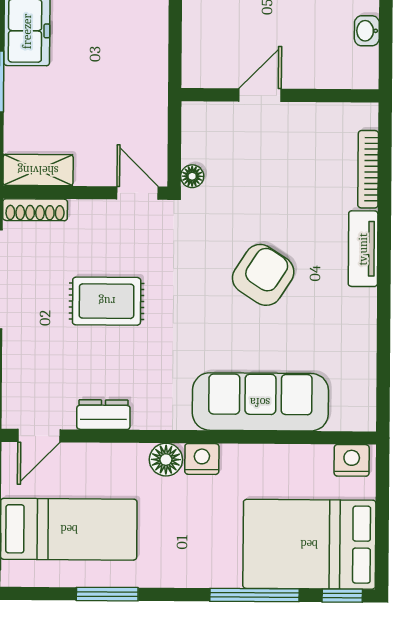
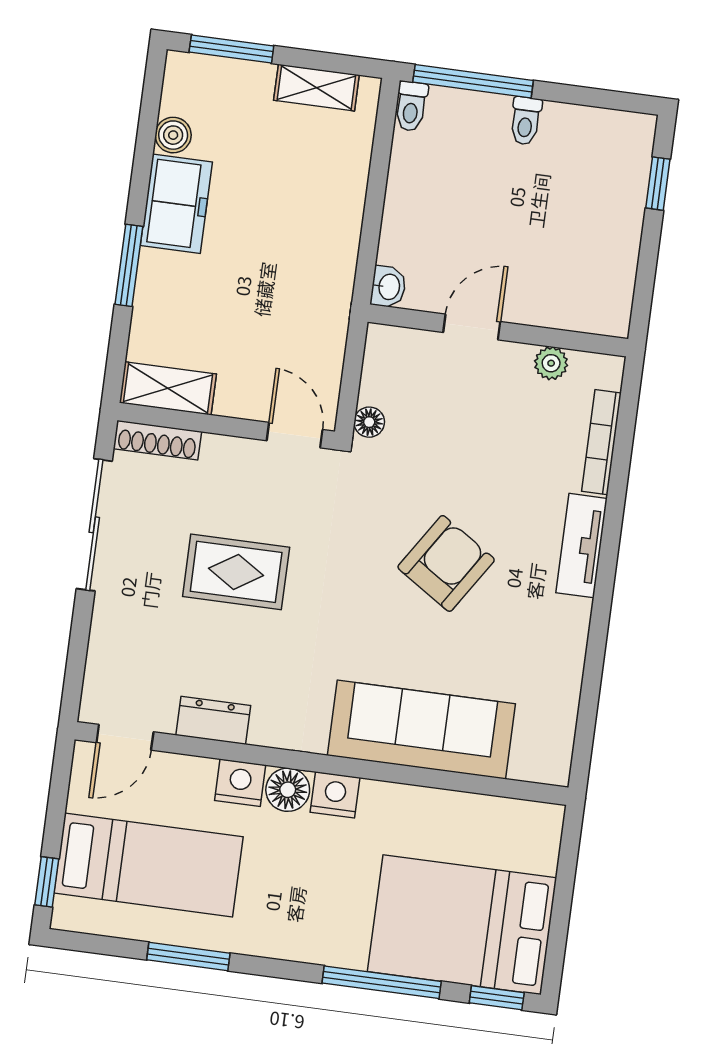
washbasin: (367, 31) -> (388, 287), moved, turned 180
plant: (323, 115) -> (551, 363), added
nightstand: (352, 460) -> (240, 783), moved

